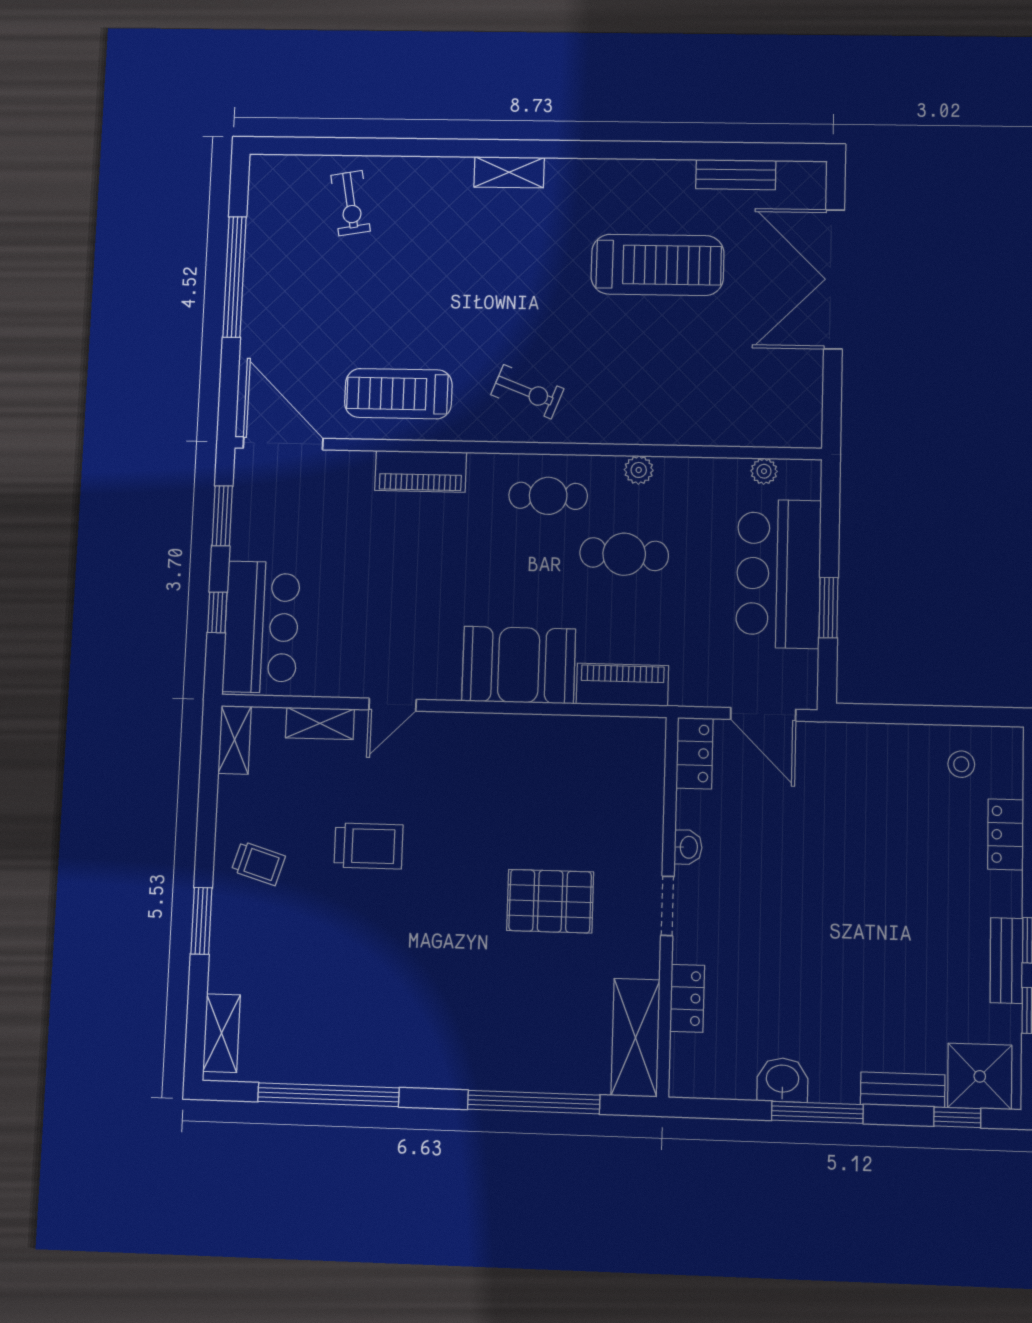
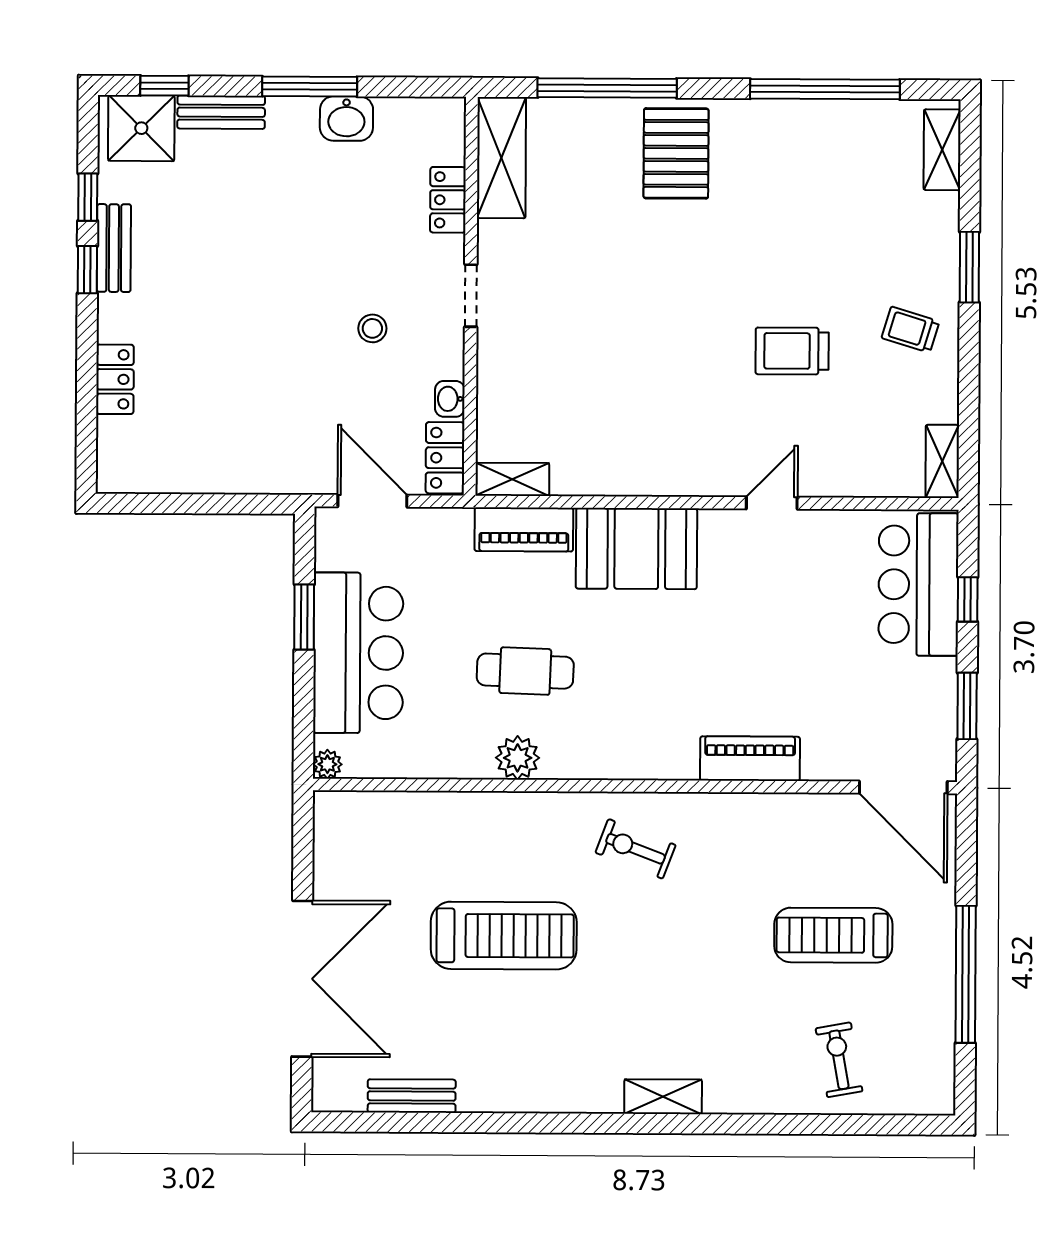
treadmill: (657, 265) -> (504, 936), moved, turned 180
treadmill: (398, 394) -> (833, 935), moved, turned 180
plant: (639, 470) -> (518, 758), width x1.38, depth x1.38
plant: (764, 471) -> (327, 764), moved
cafe table: (548, 496) -> (610, 734), removed
shelving: (320, 723) -> (512, 479), moved
stool: (961, 764) -> (372, 328), moved
washbasin: (688, 847) -> (450, 399), moved
pallet: (550, 901) -> (676, 153), moved, turned 90

